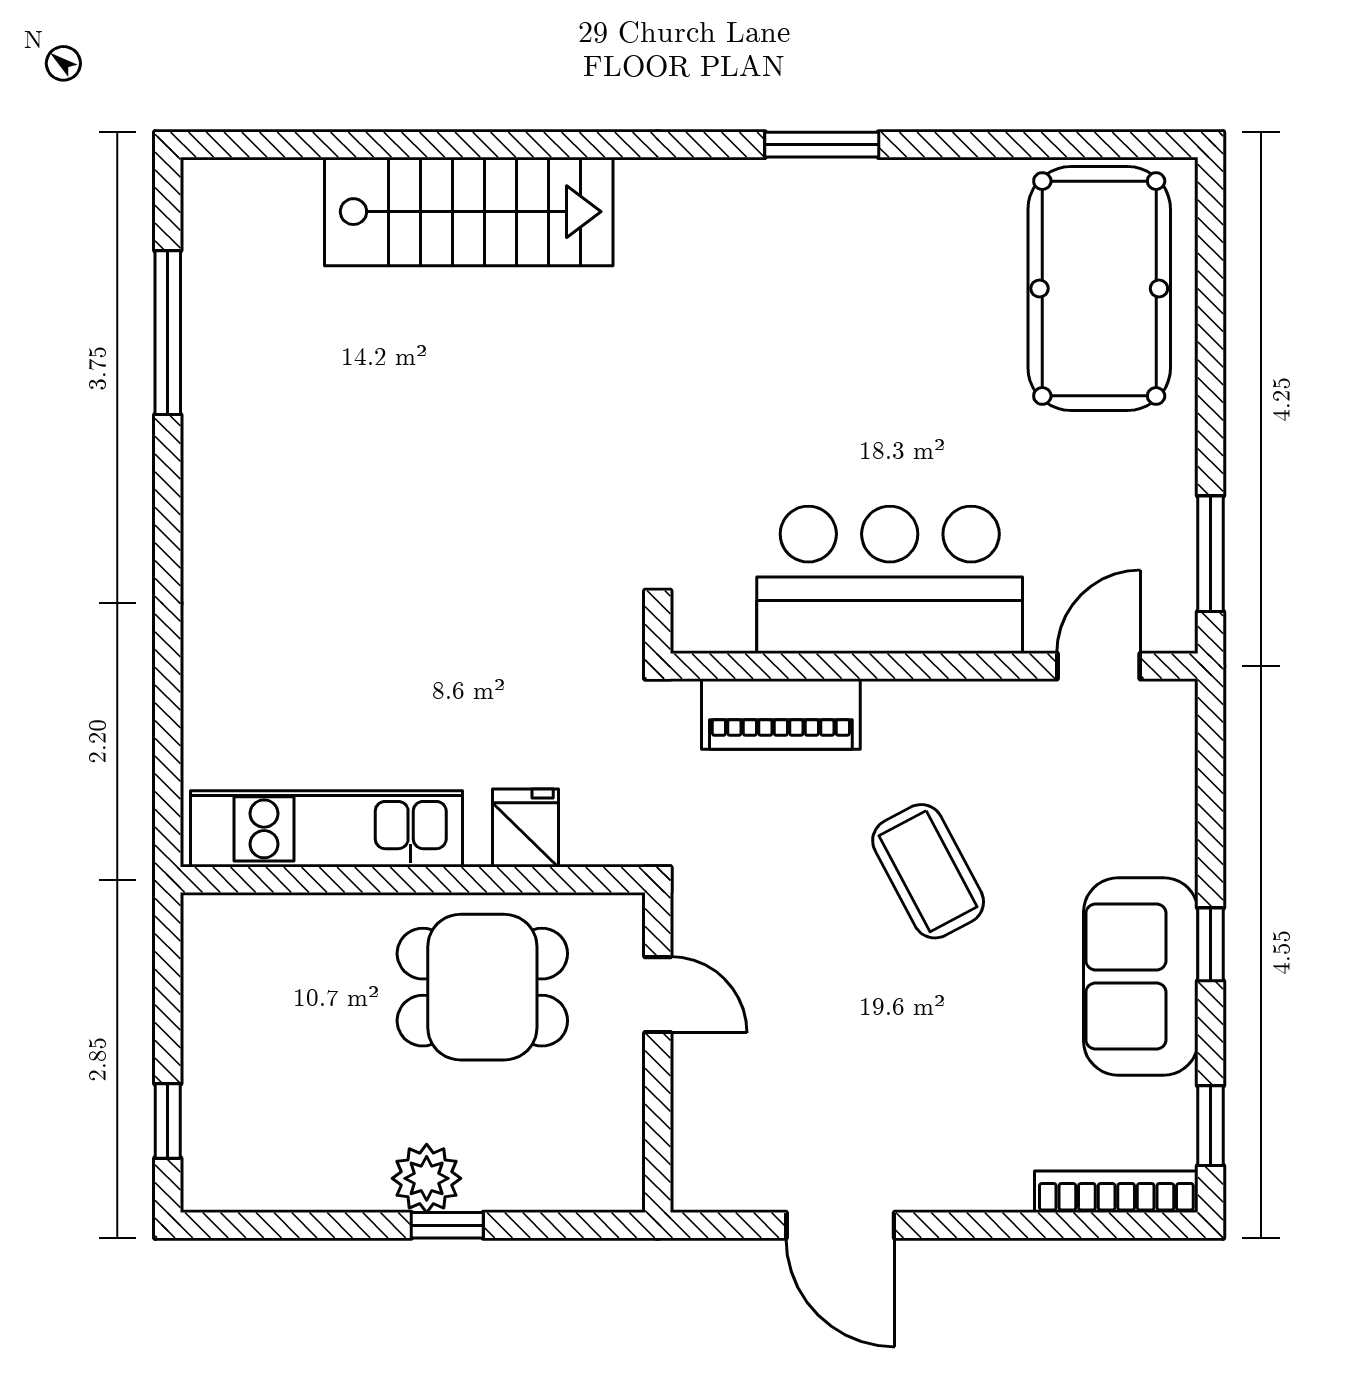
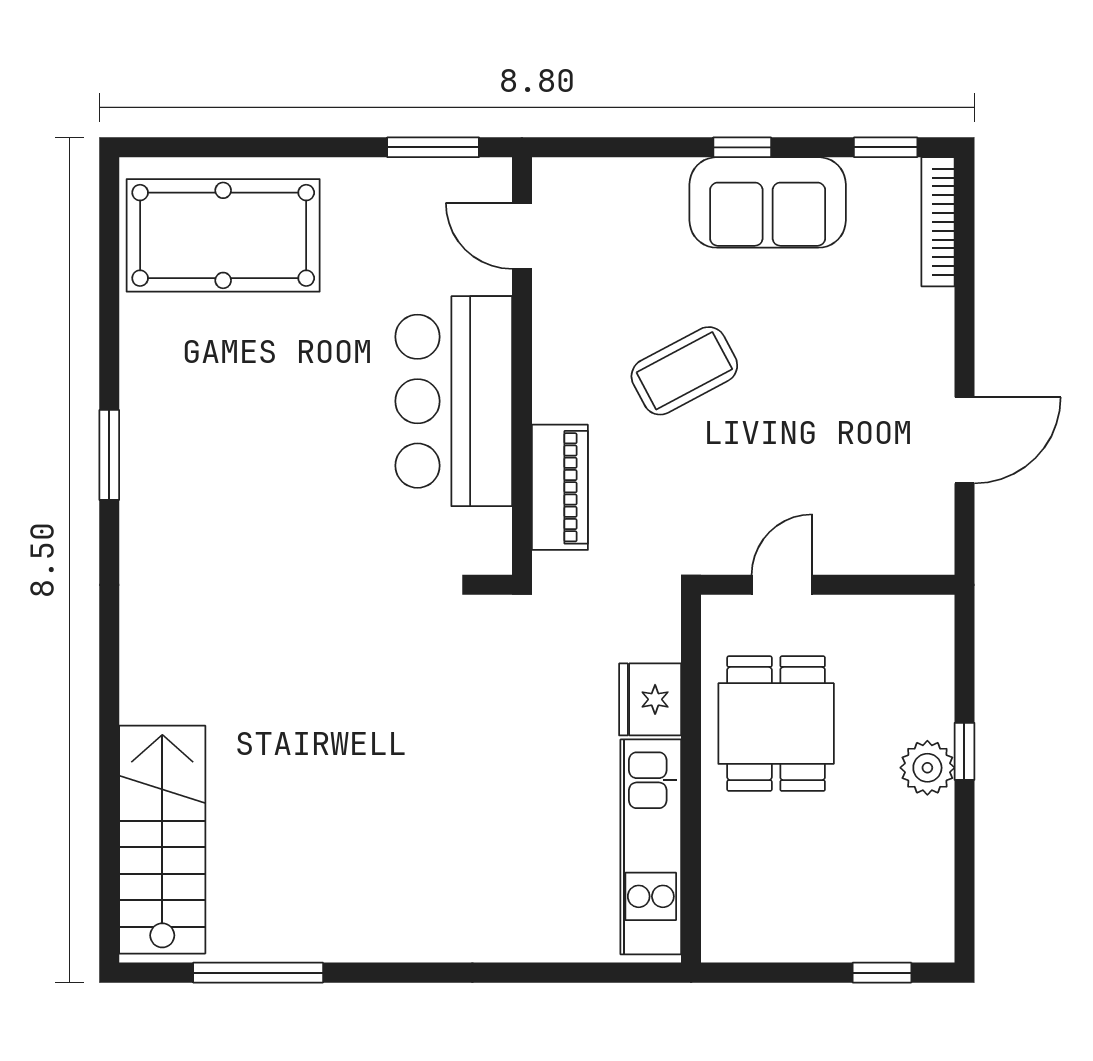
stairs: (469, 212) -> (162, 840), moved
fridge: (525, 828) -> (650, 699), width x1.38

